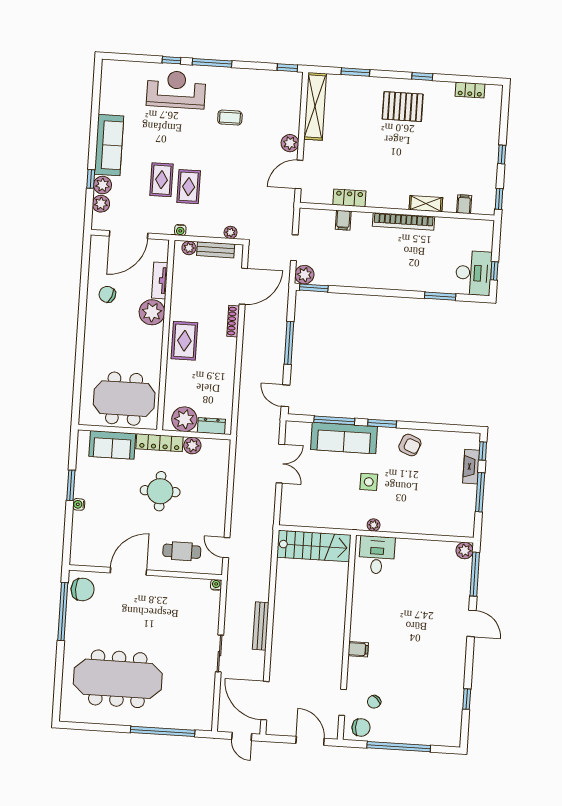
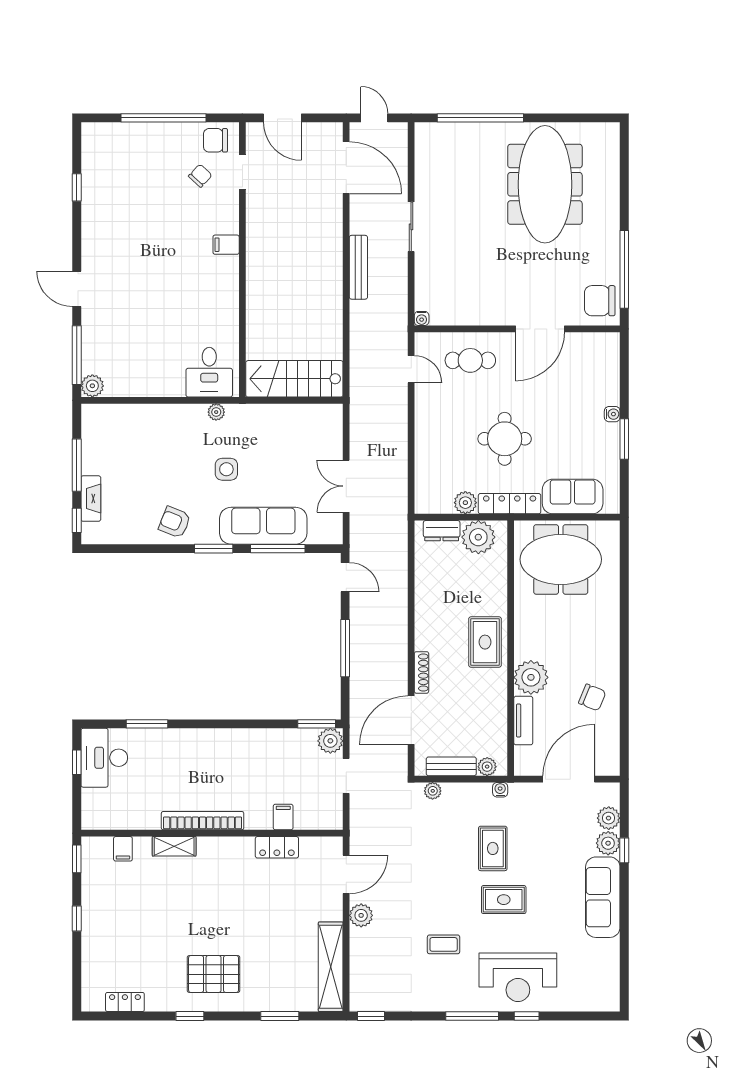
rug: (162, 180) -> (504, 900), moved, turned 90
meeting table: (118, 679) -> (545, 184), turned 90

